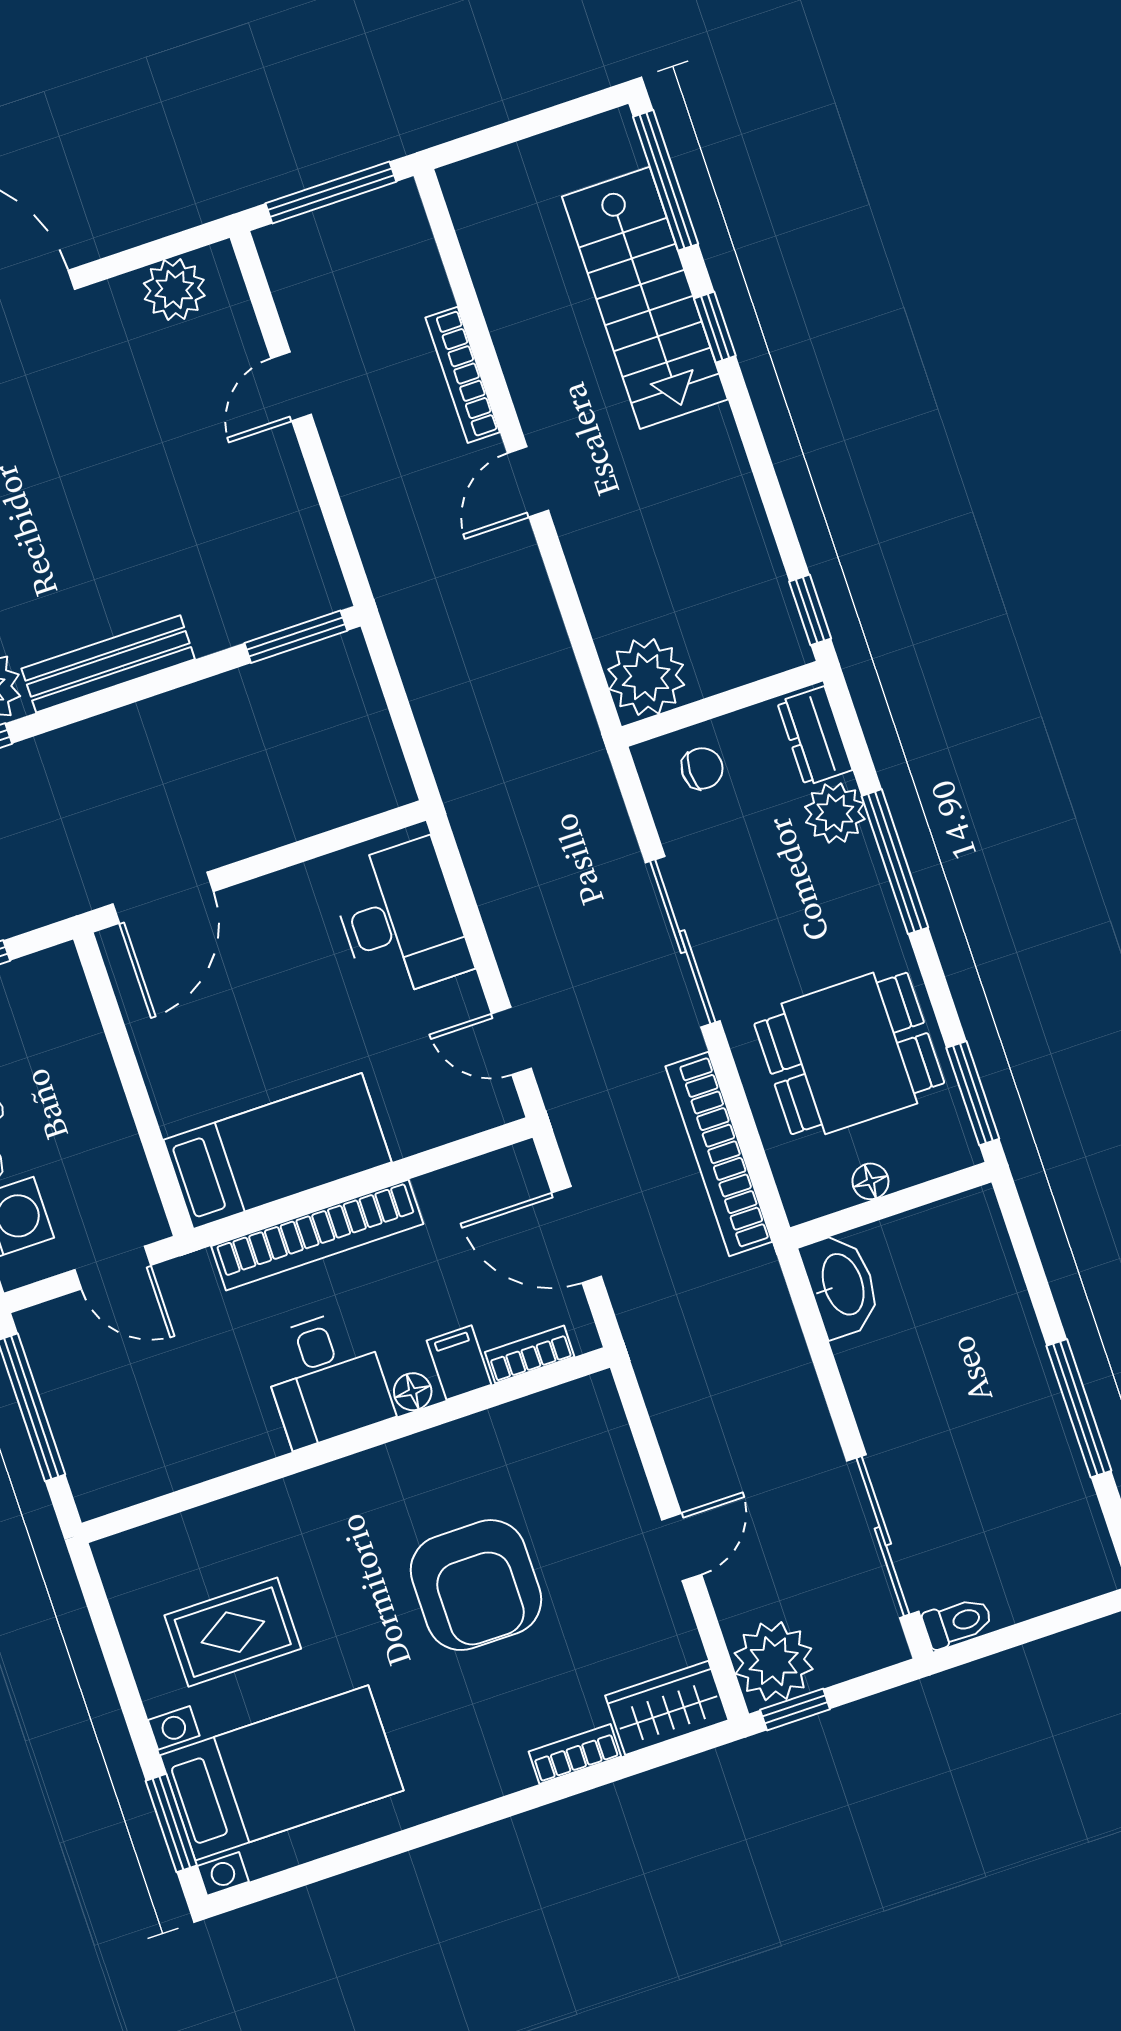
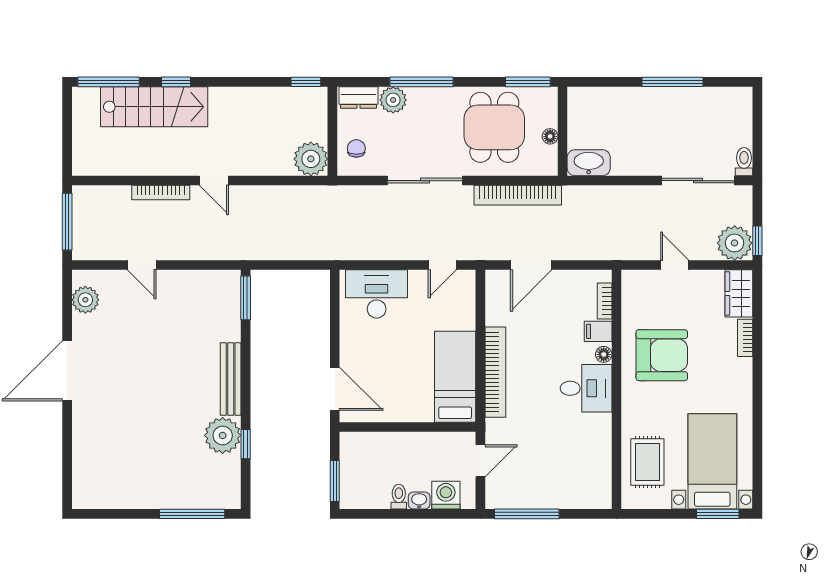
bookcase: (530, 1354) -> (605, 301), moved
filing cabinet: (459, 1363) -> (598, 331), moved
desk: (326, 1378) -> (586, 388), moved
floor lamp: (413, 1392) -> (604, 354), moved
wall: (346, 1445) -> (617, 389), moved

